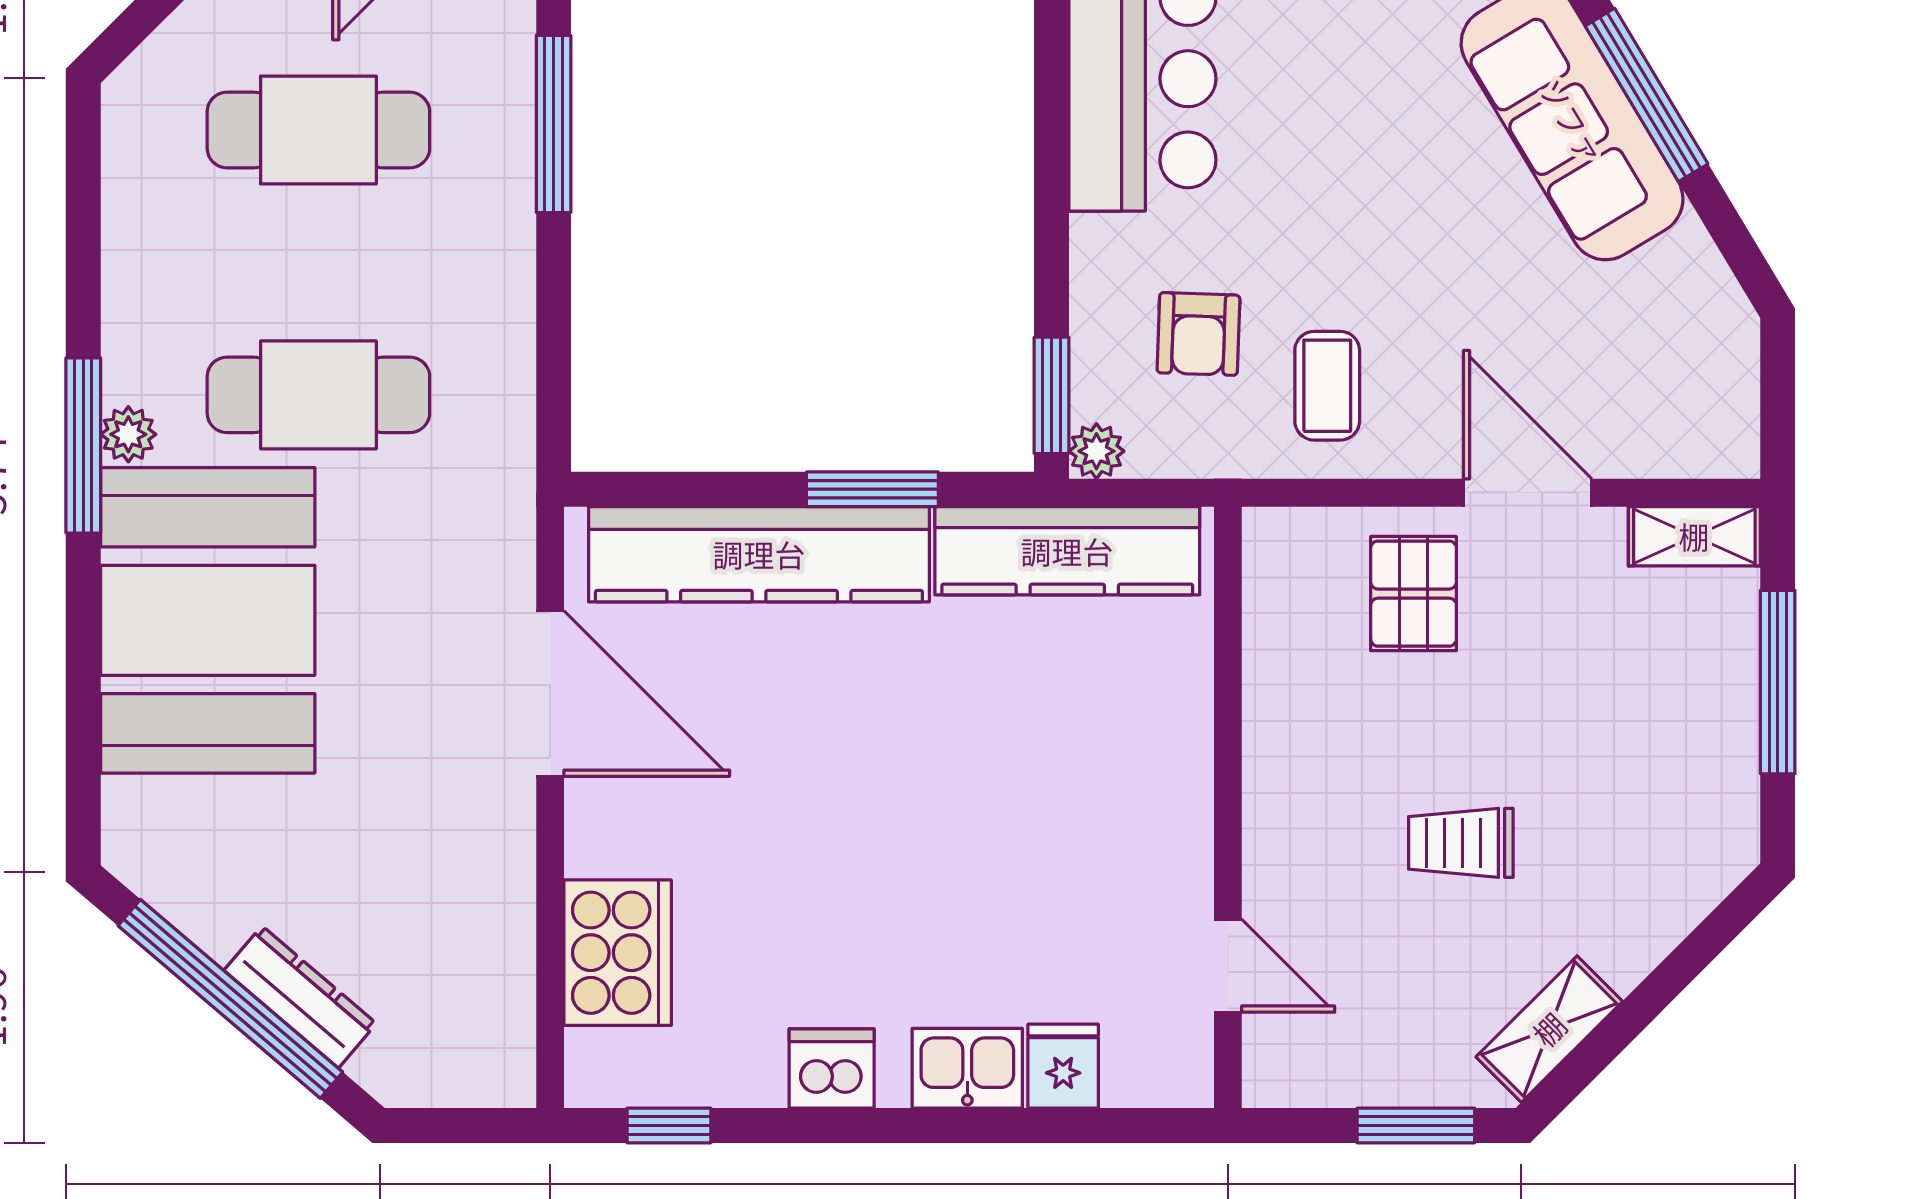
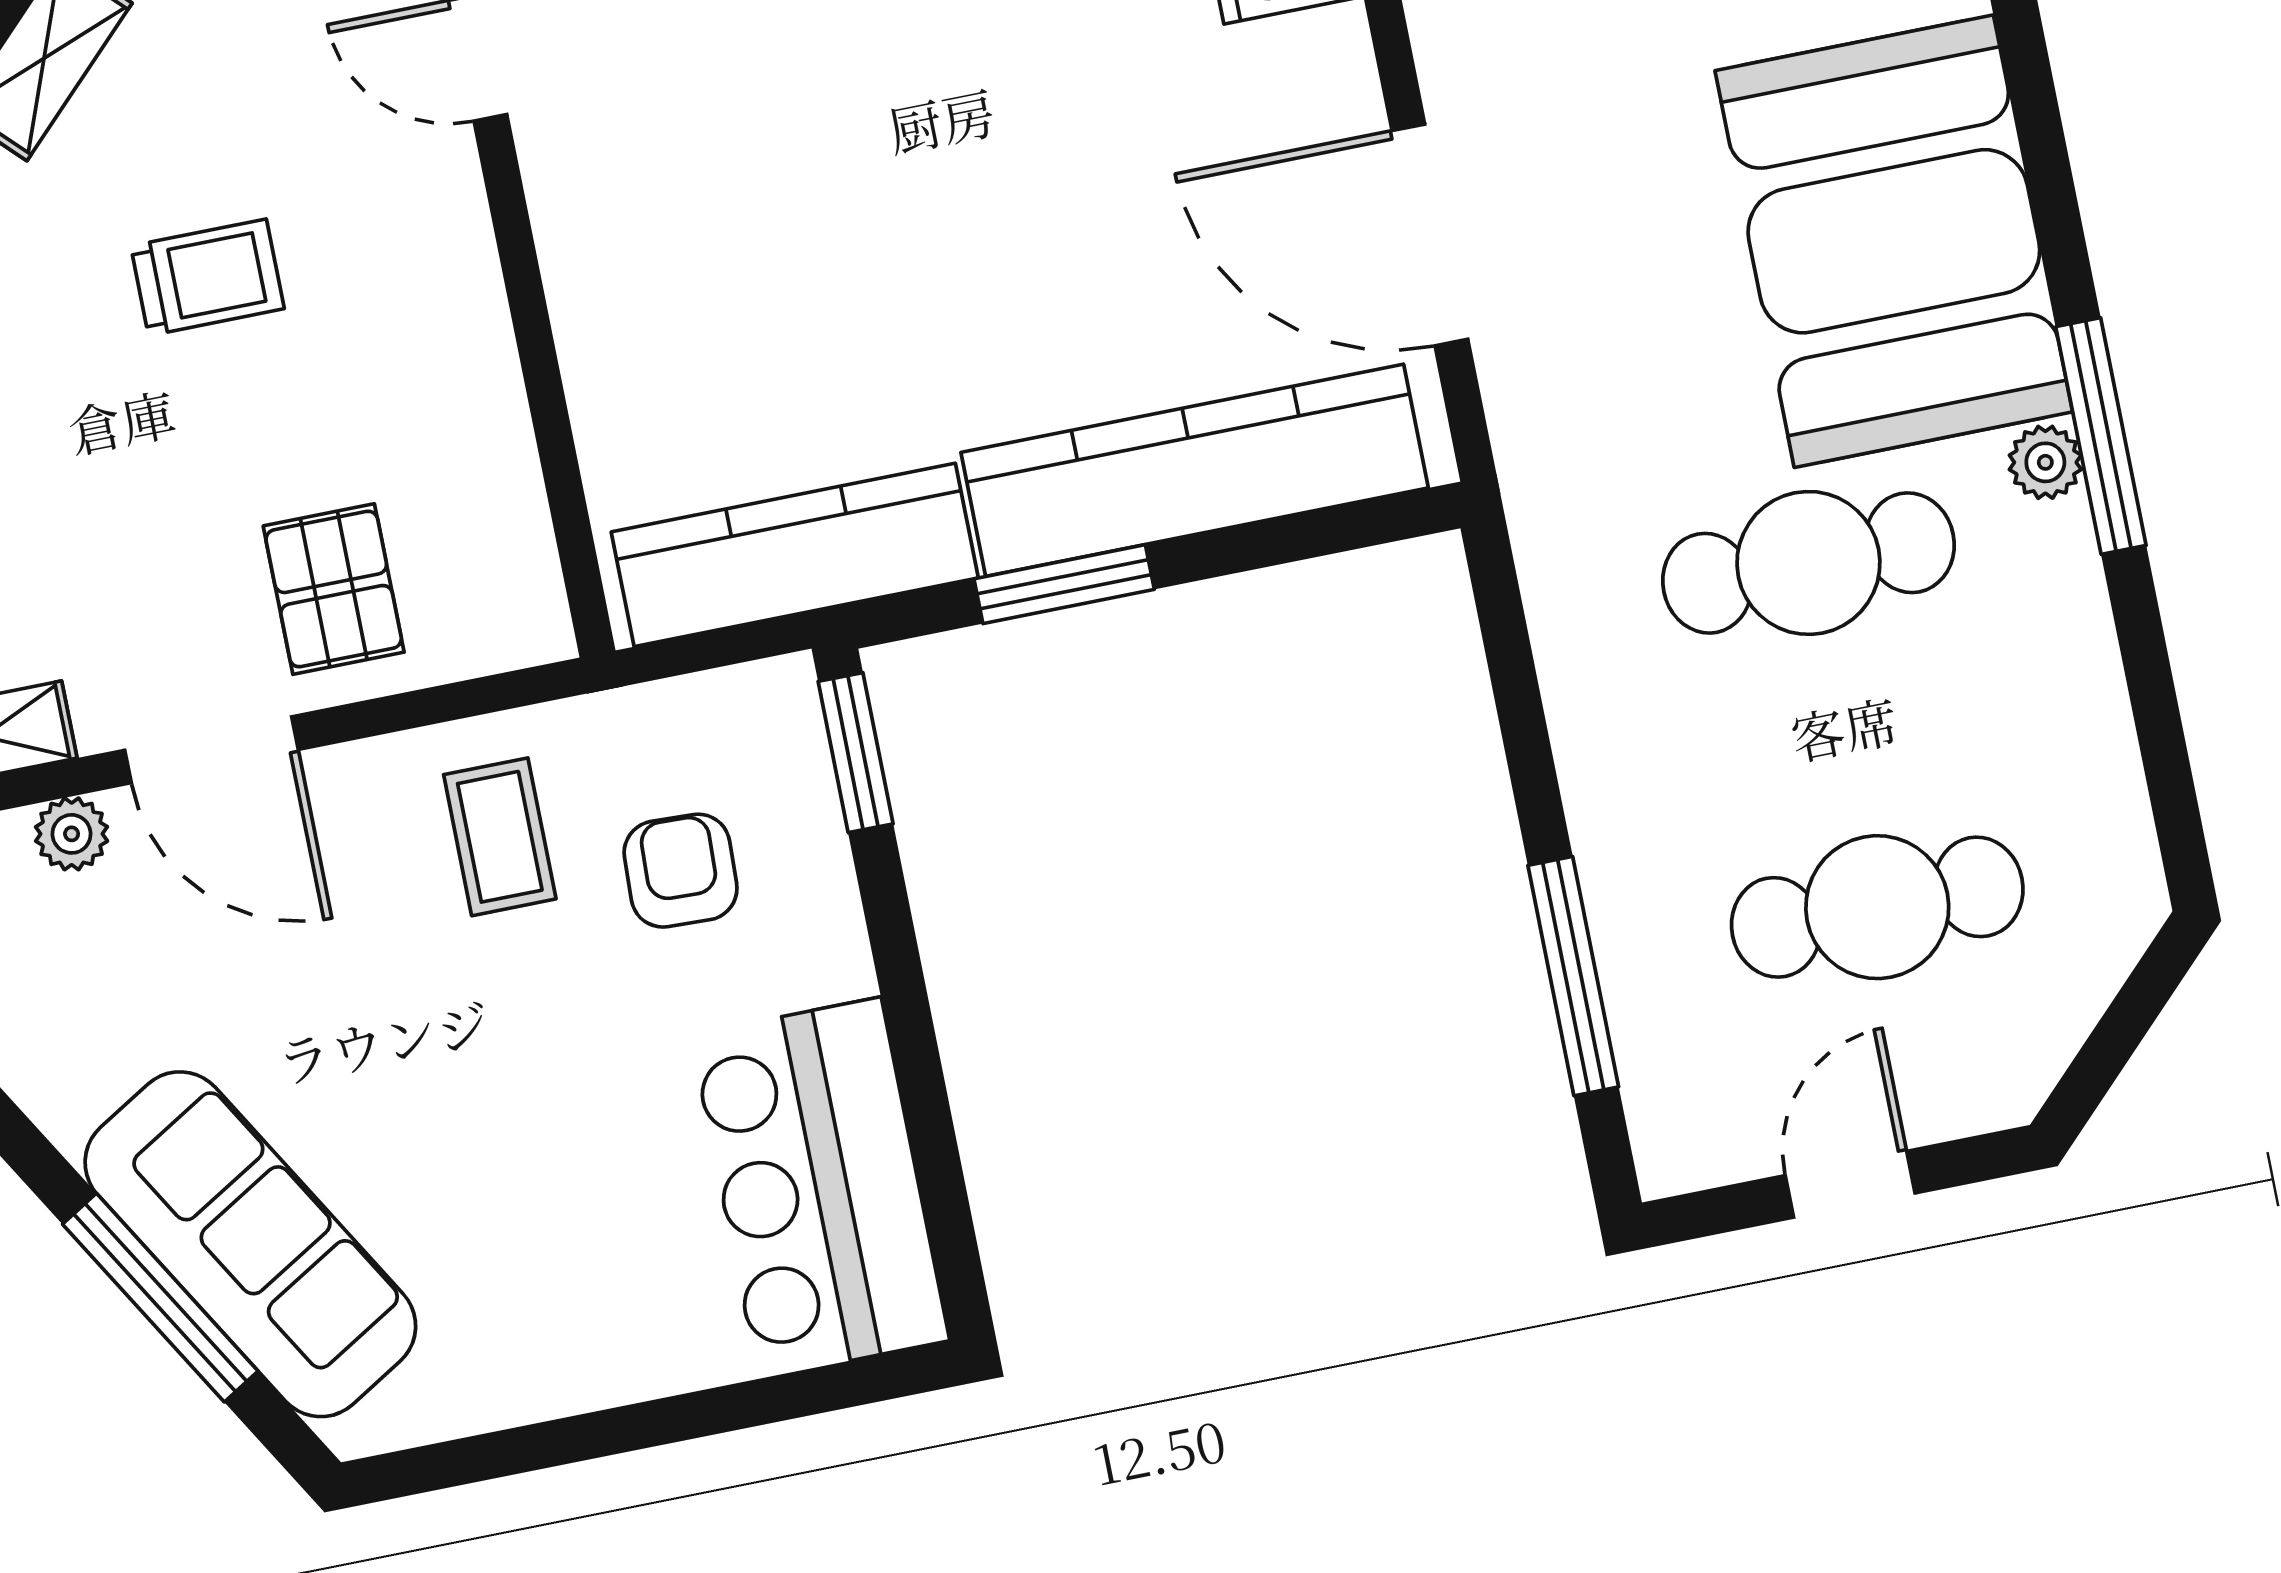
plant: (1096, 451) -> (72, 834), moved

